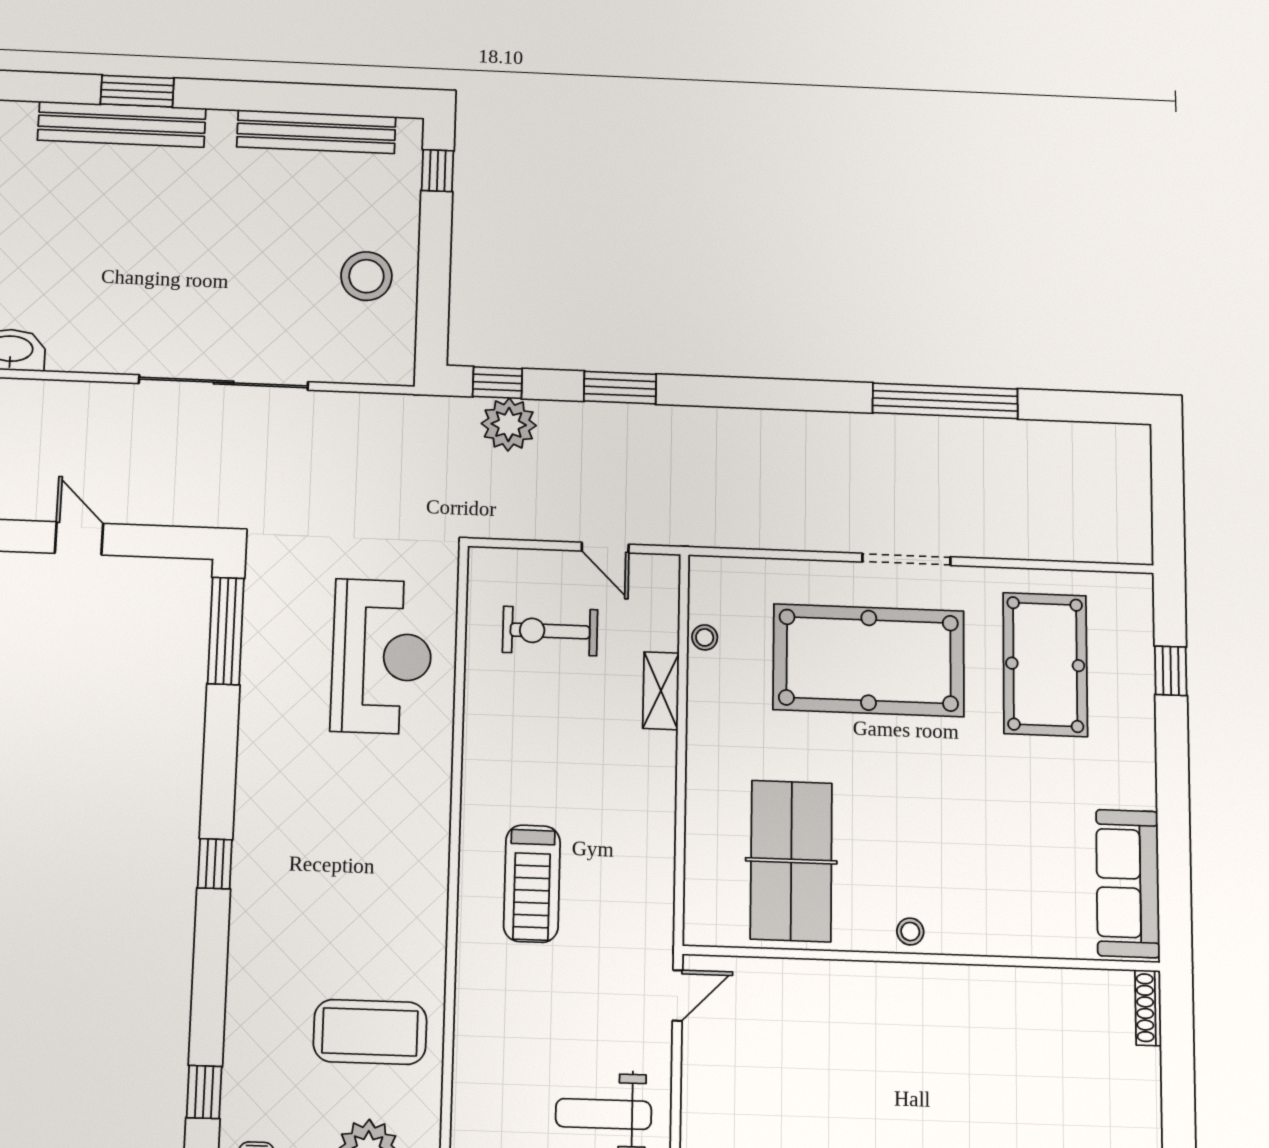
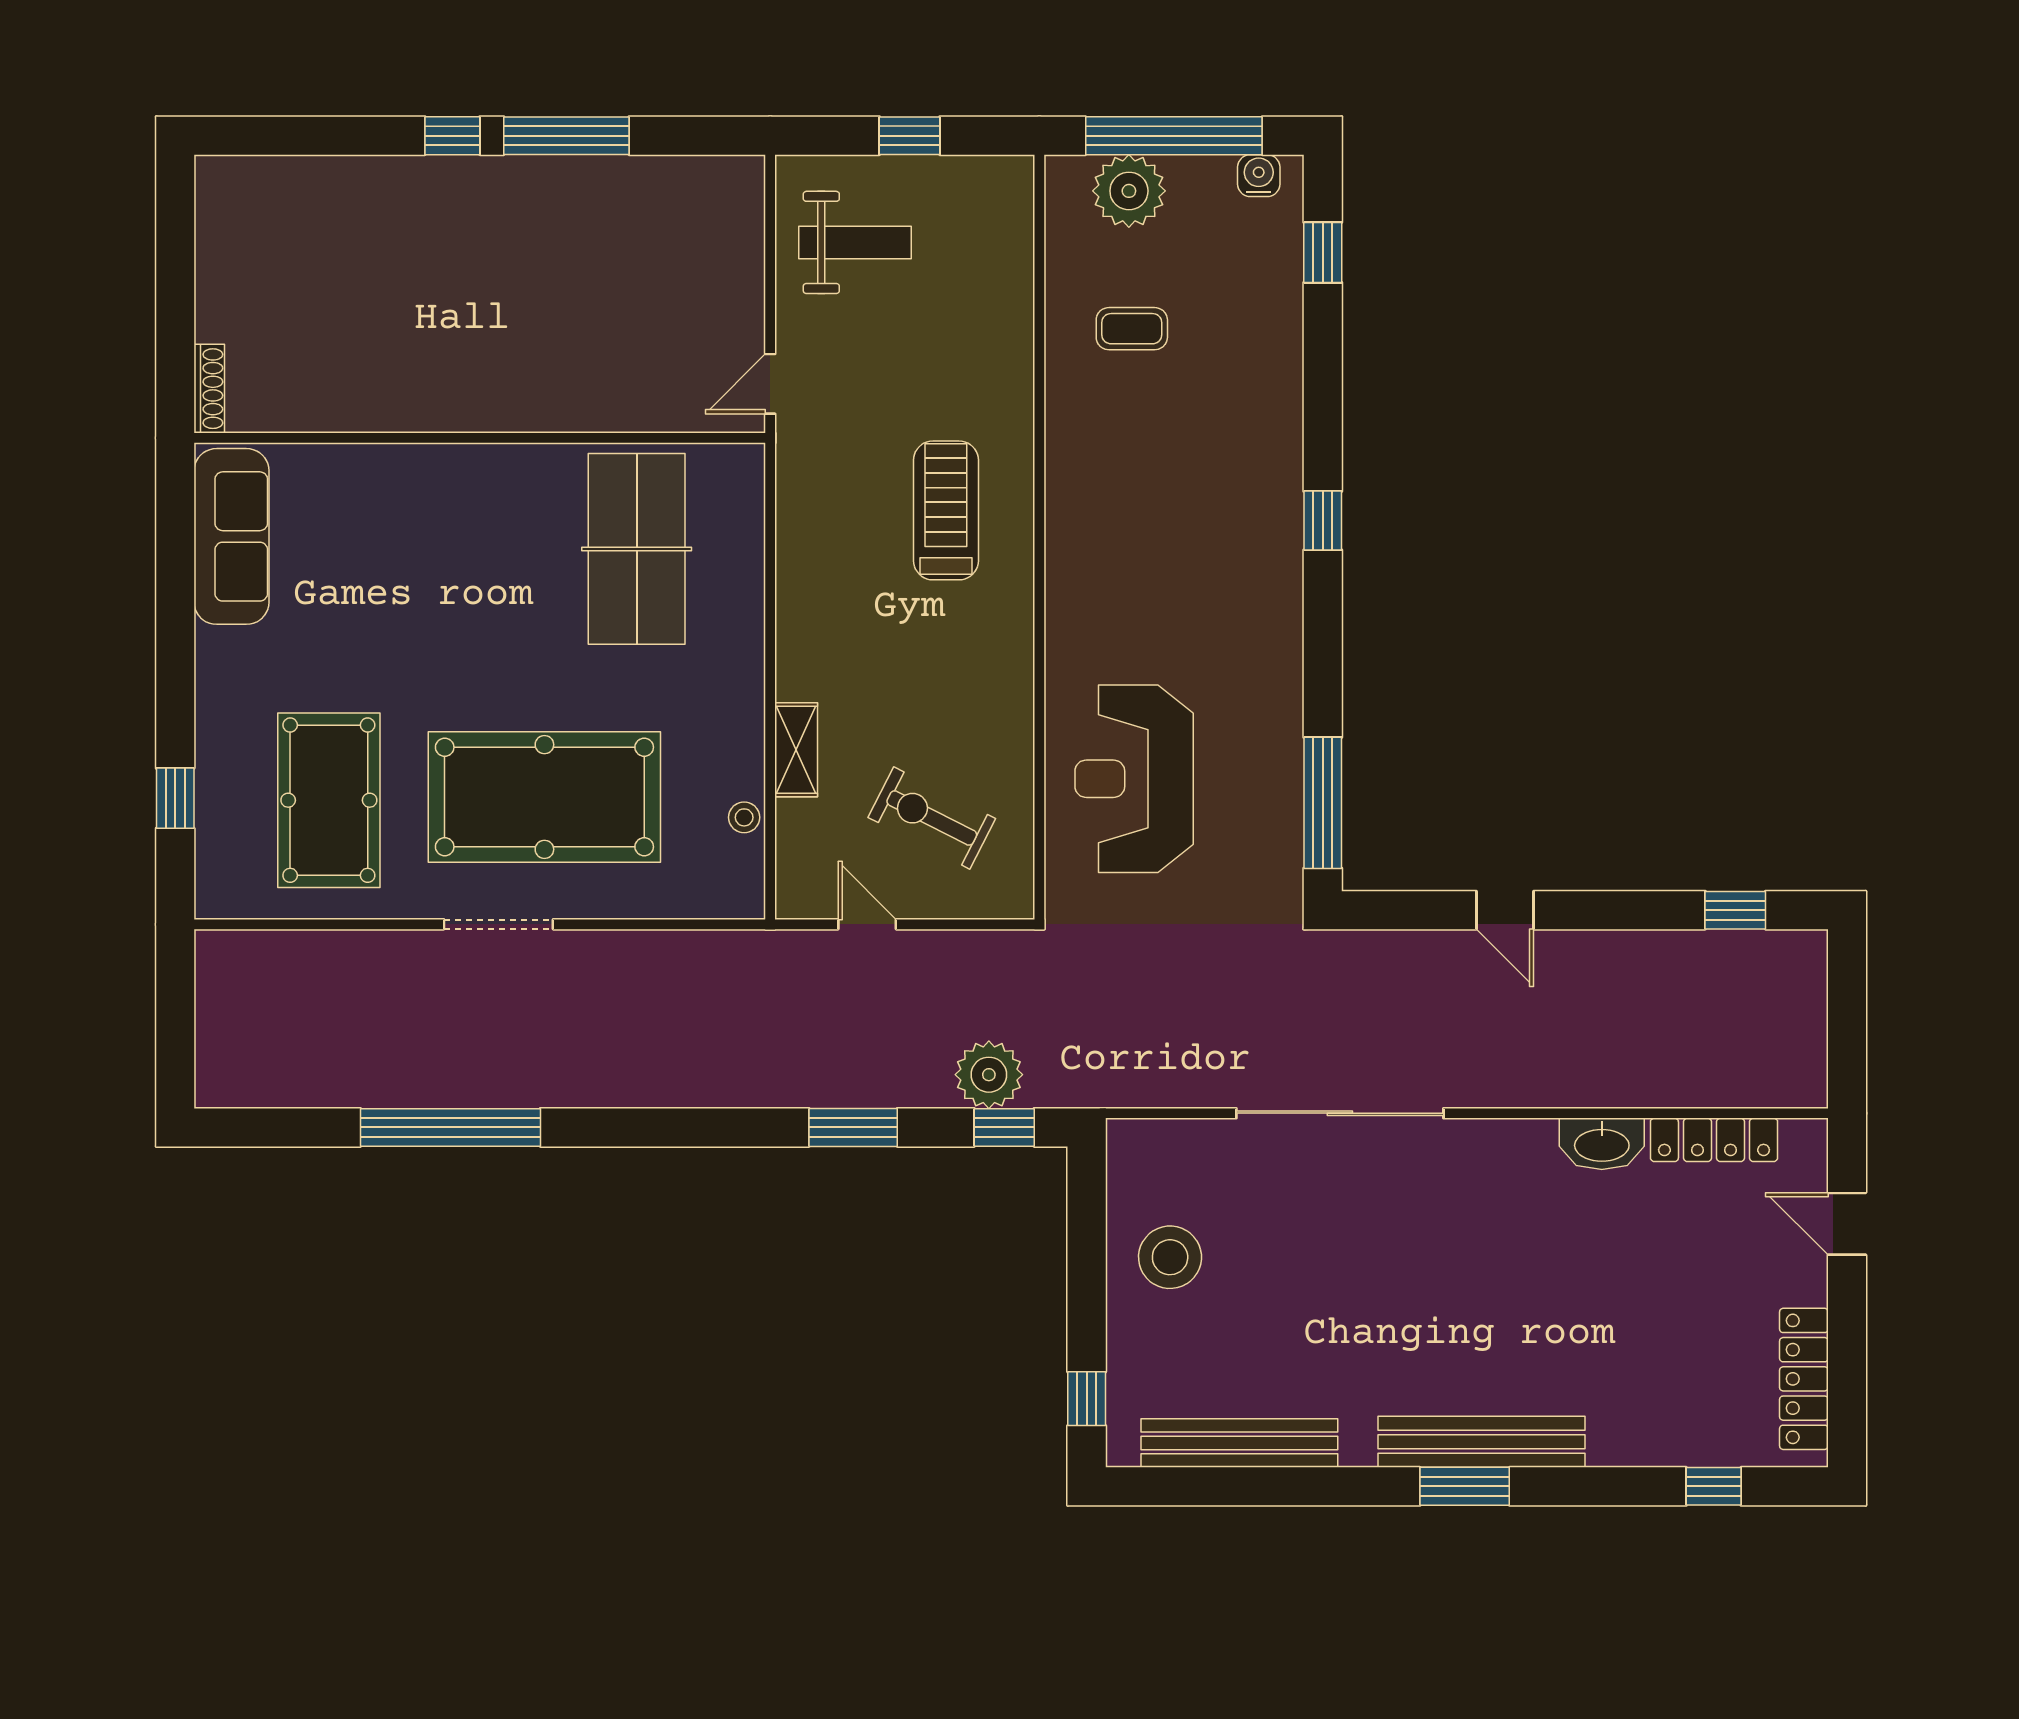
exercise bike: (550, 631) -> (932, 818), turned -153
stool: (910, 932) -> (494, 469), removed
coffee table: (370, 1032) -> (1132, 329), width x0.54, depth x0.58

